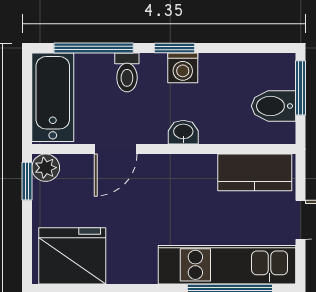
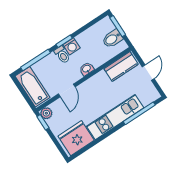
toilet: (127, 72) -> (62, 55), moved
kitchen unit: (227, 265) -> (115, 117), moved

